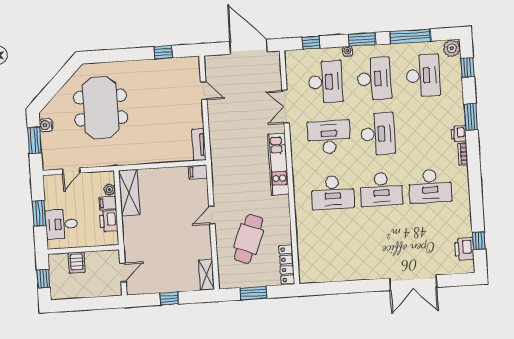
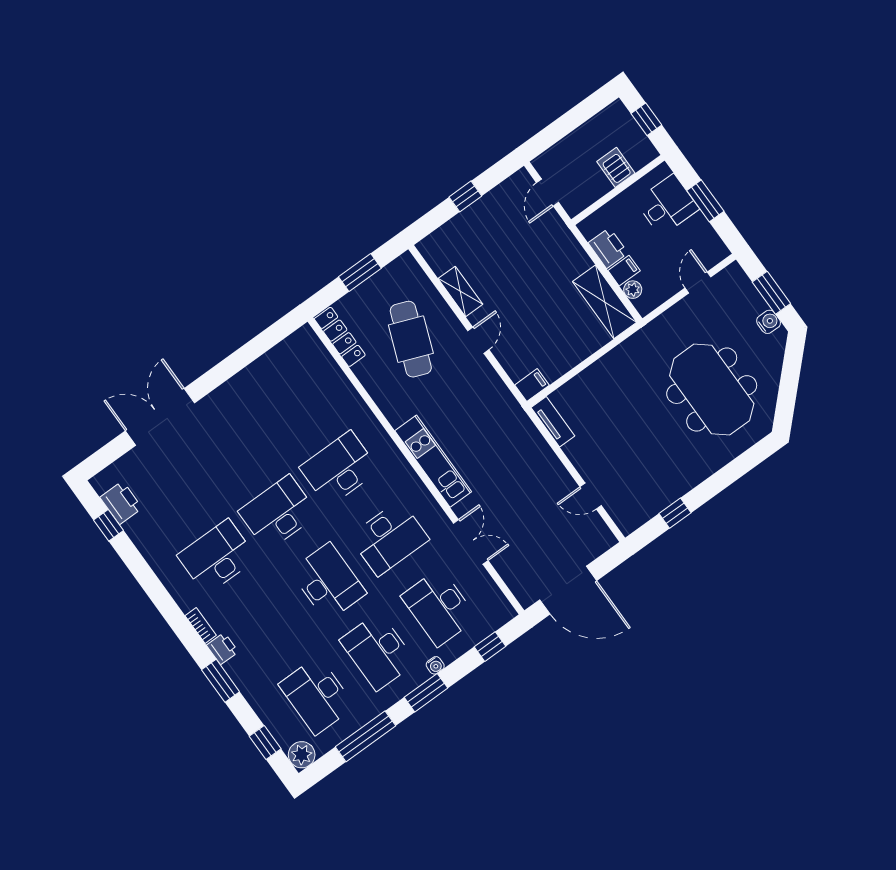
desk: (378, 134) -> (328, 582), turned 180
shelving: (207, 275) -> (460, 291), moved

